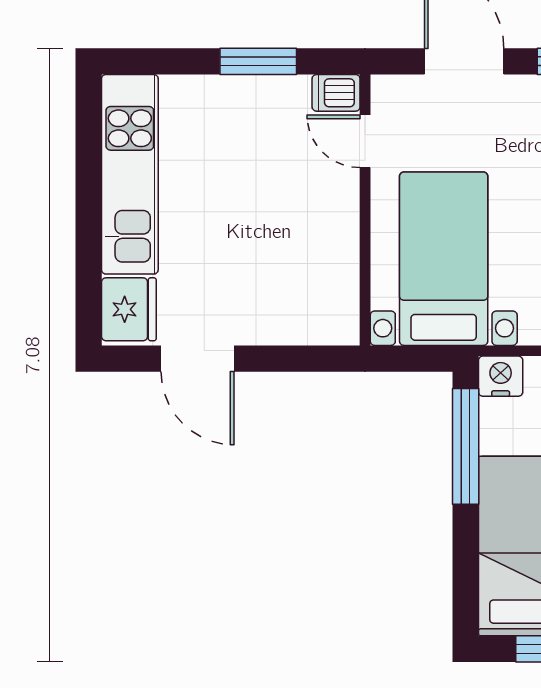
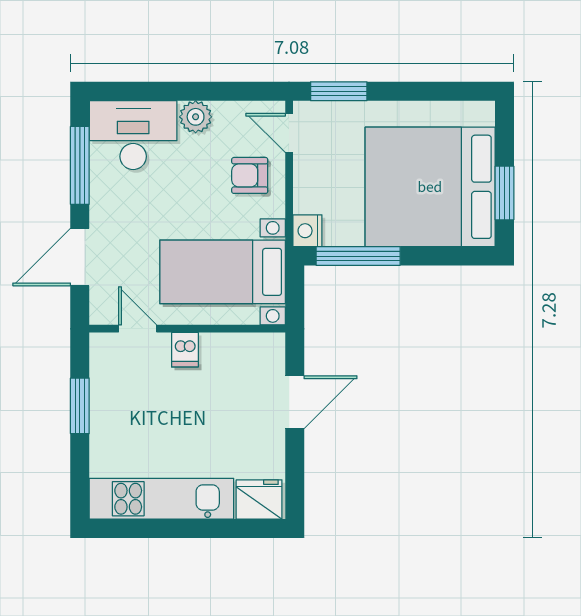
dishwasher: (336, 93) -> (185, 350), moved
door: (365, 141) -> (138, 329), swing flipped
door: (198, 359) -> (295, 402), moved

